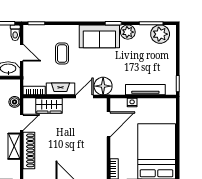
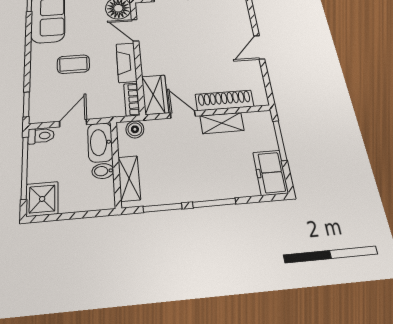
boiler: (15, 102) -> (135, 129), moved
wardrobe: (49, 106) -> (155, 95), moved

